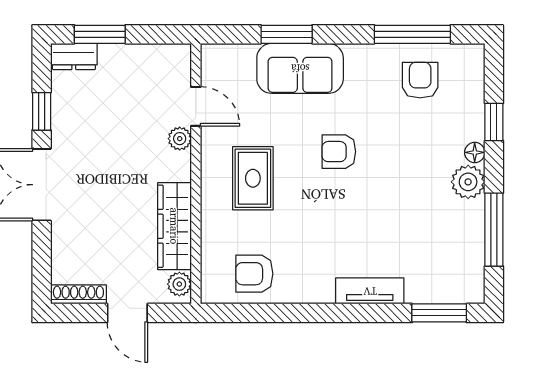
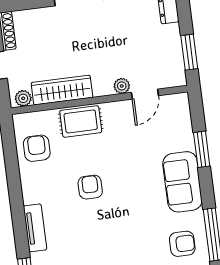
window: (100, 34) -> (189, 52), moved
sofa: (300, 68) -> (182, 182), moved
armchair: (339, 152) -> (90, 187), moved
rug: (253, 178) -> (81, 121), moved

